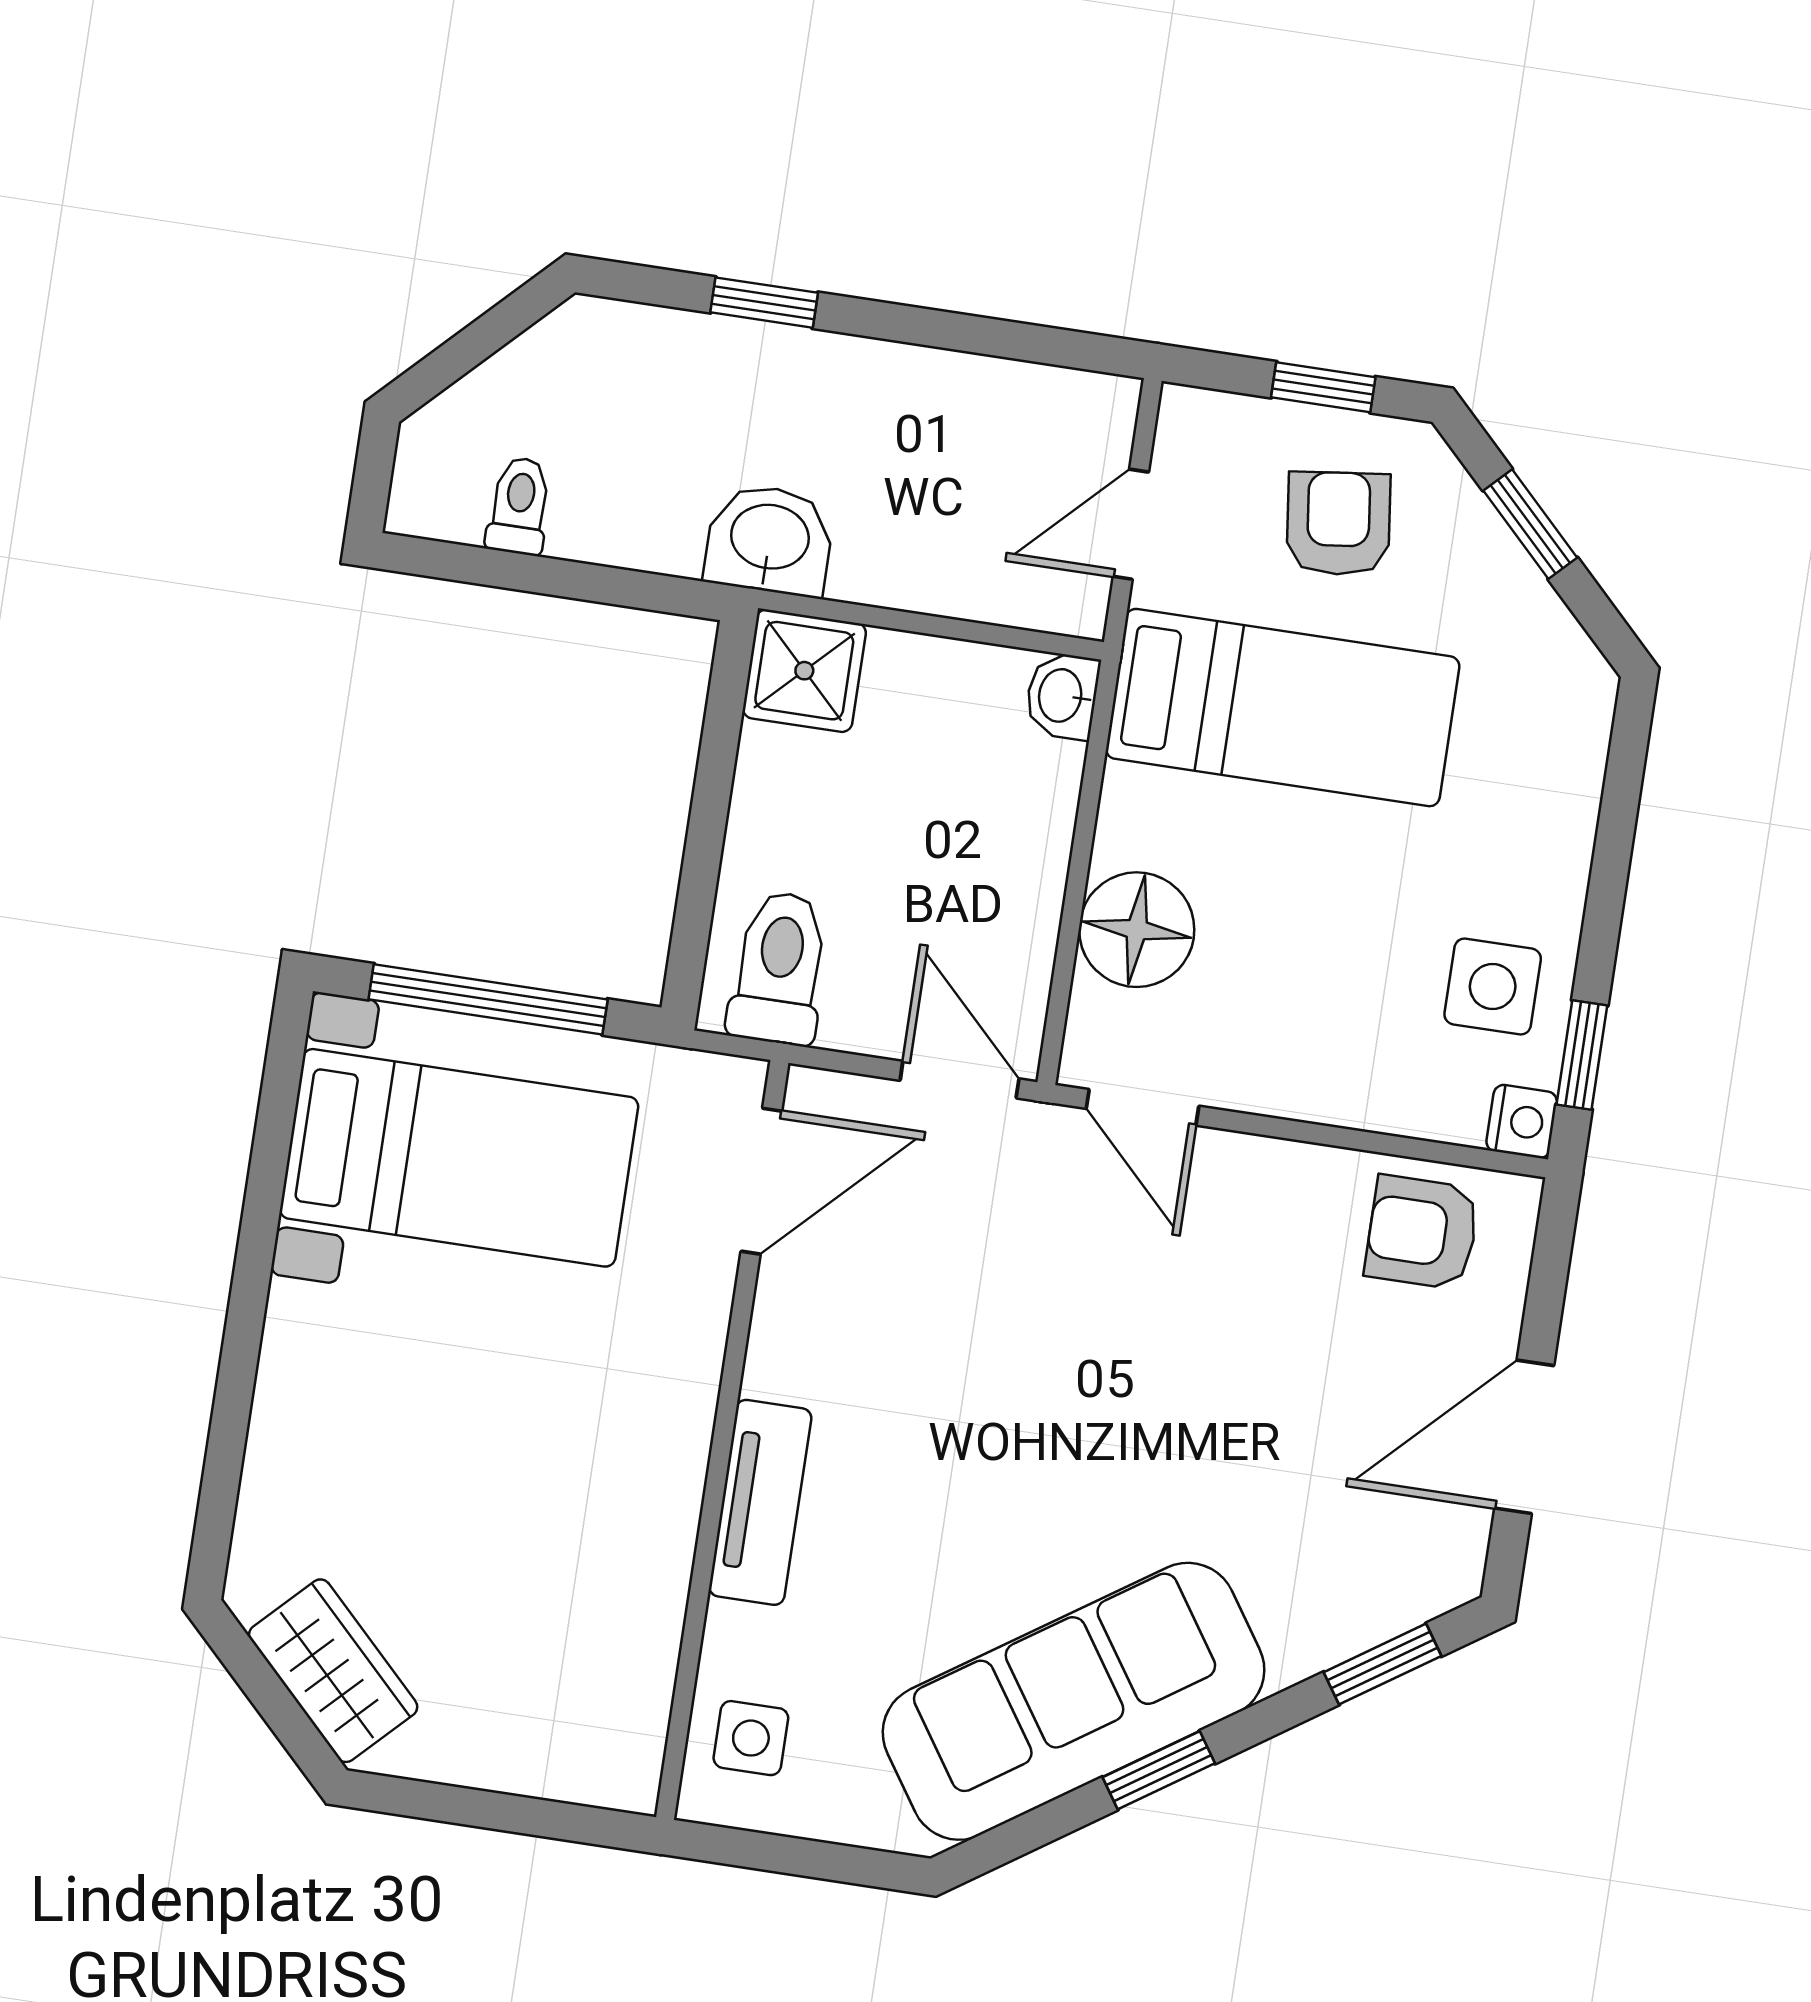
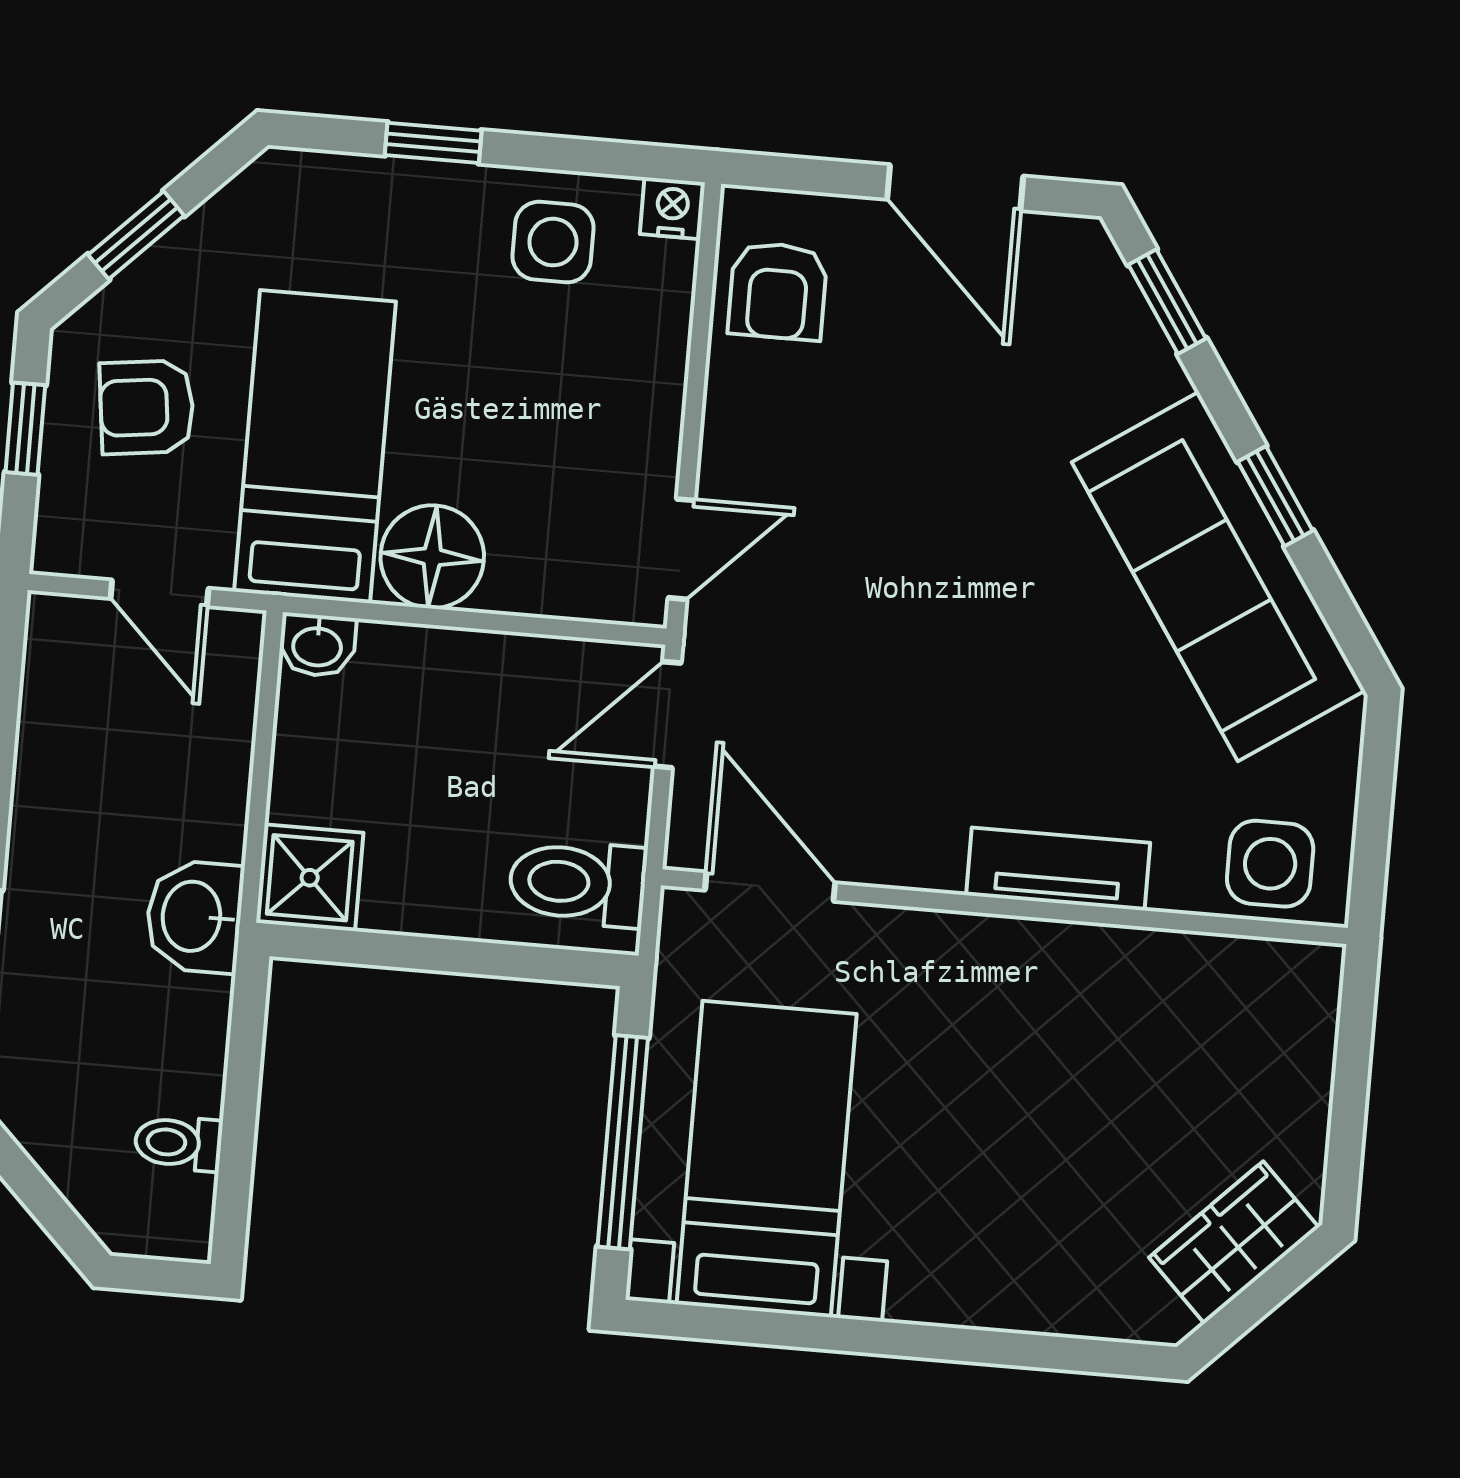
floor lamp: (1137, 930) -> (432, 557), moved
window: (1582, 1055) -> (433, 143), moved
side table: (751, 1738) -> (1270, 864), width x1.37, depth x1.37

